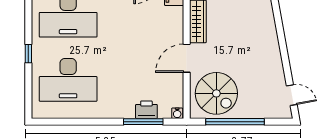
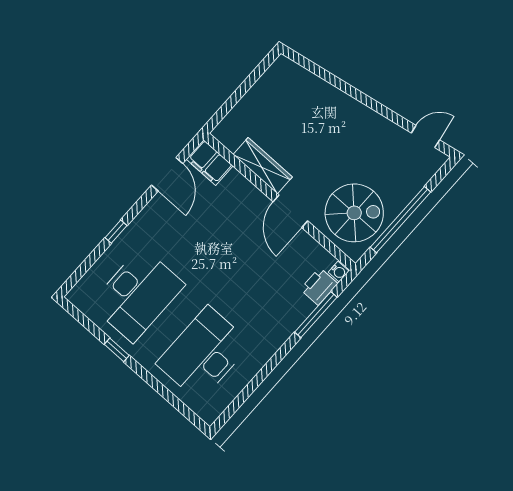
window: (28, 54) -> (117, 350), moved
desk: (68, 80) -> (204, 354), turned 180
printer: (146, 110) -> (319, 286), moved

